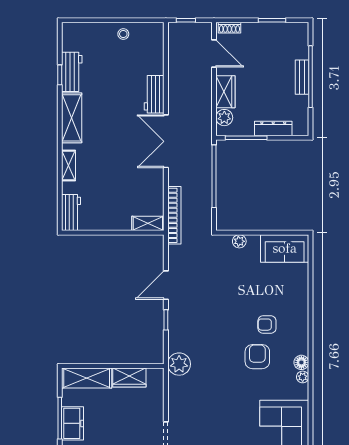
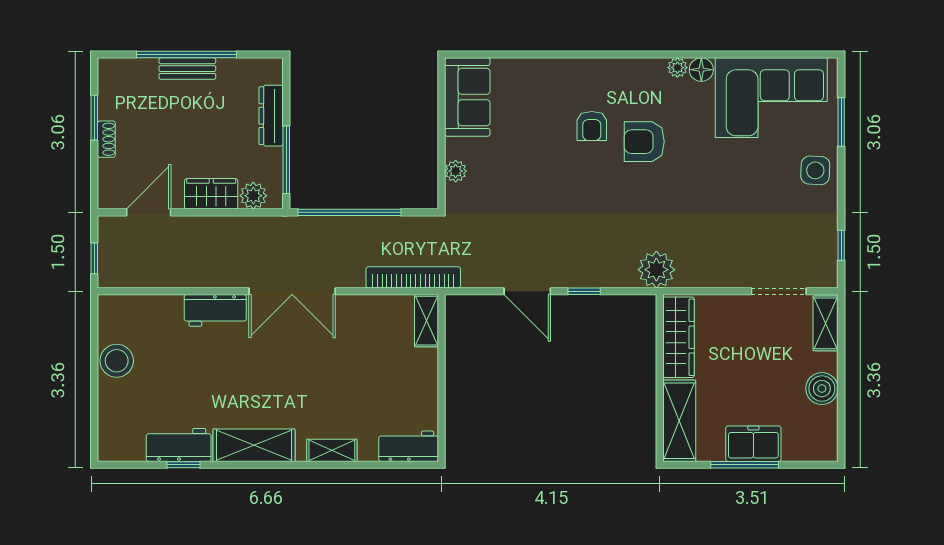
shoe rack: (229, 28) -> (106, 139), moved
stool: (123, 34) -> (117, 361), width x1.89, depth x1.89
floor lamp: (301, 362) -> (701, 70), moved
wardrobe: (129, 378) -> (678, 337), width x1.50

